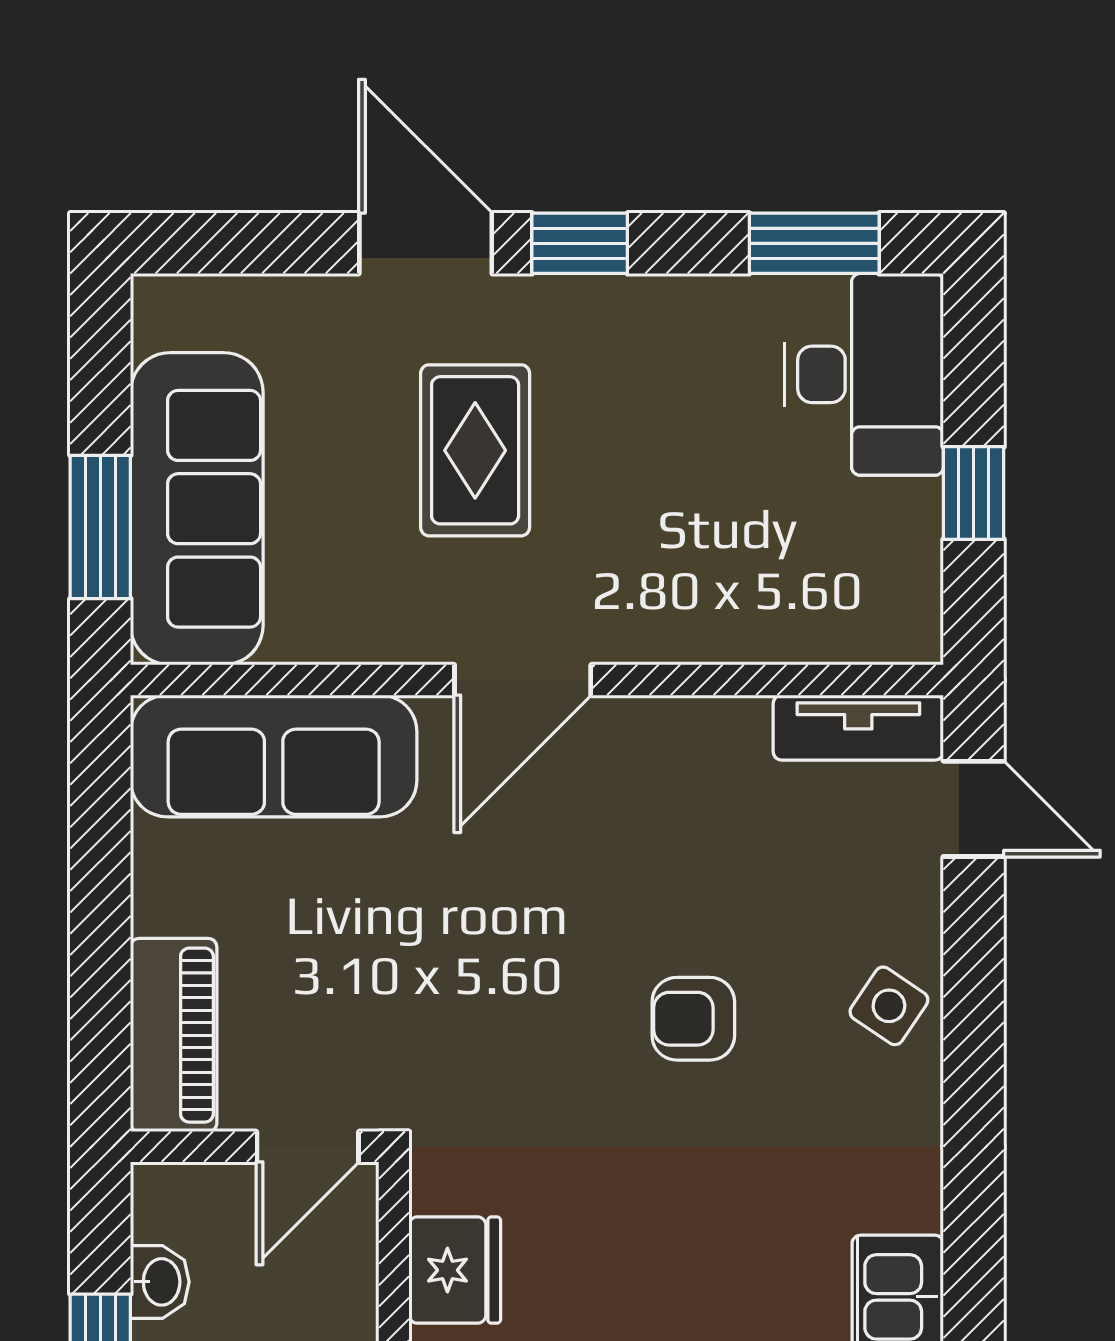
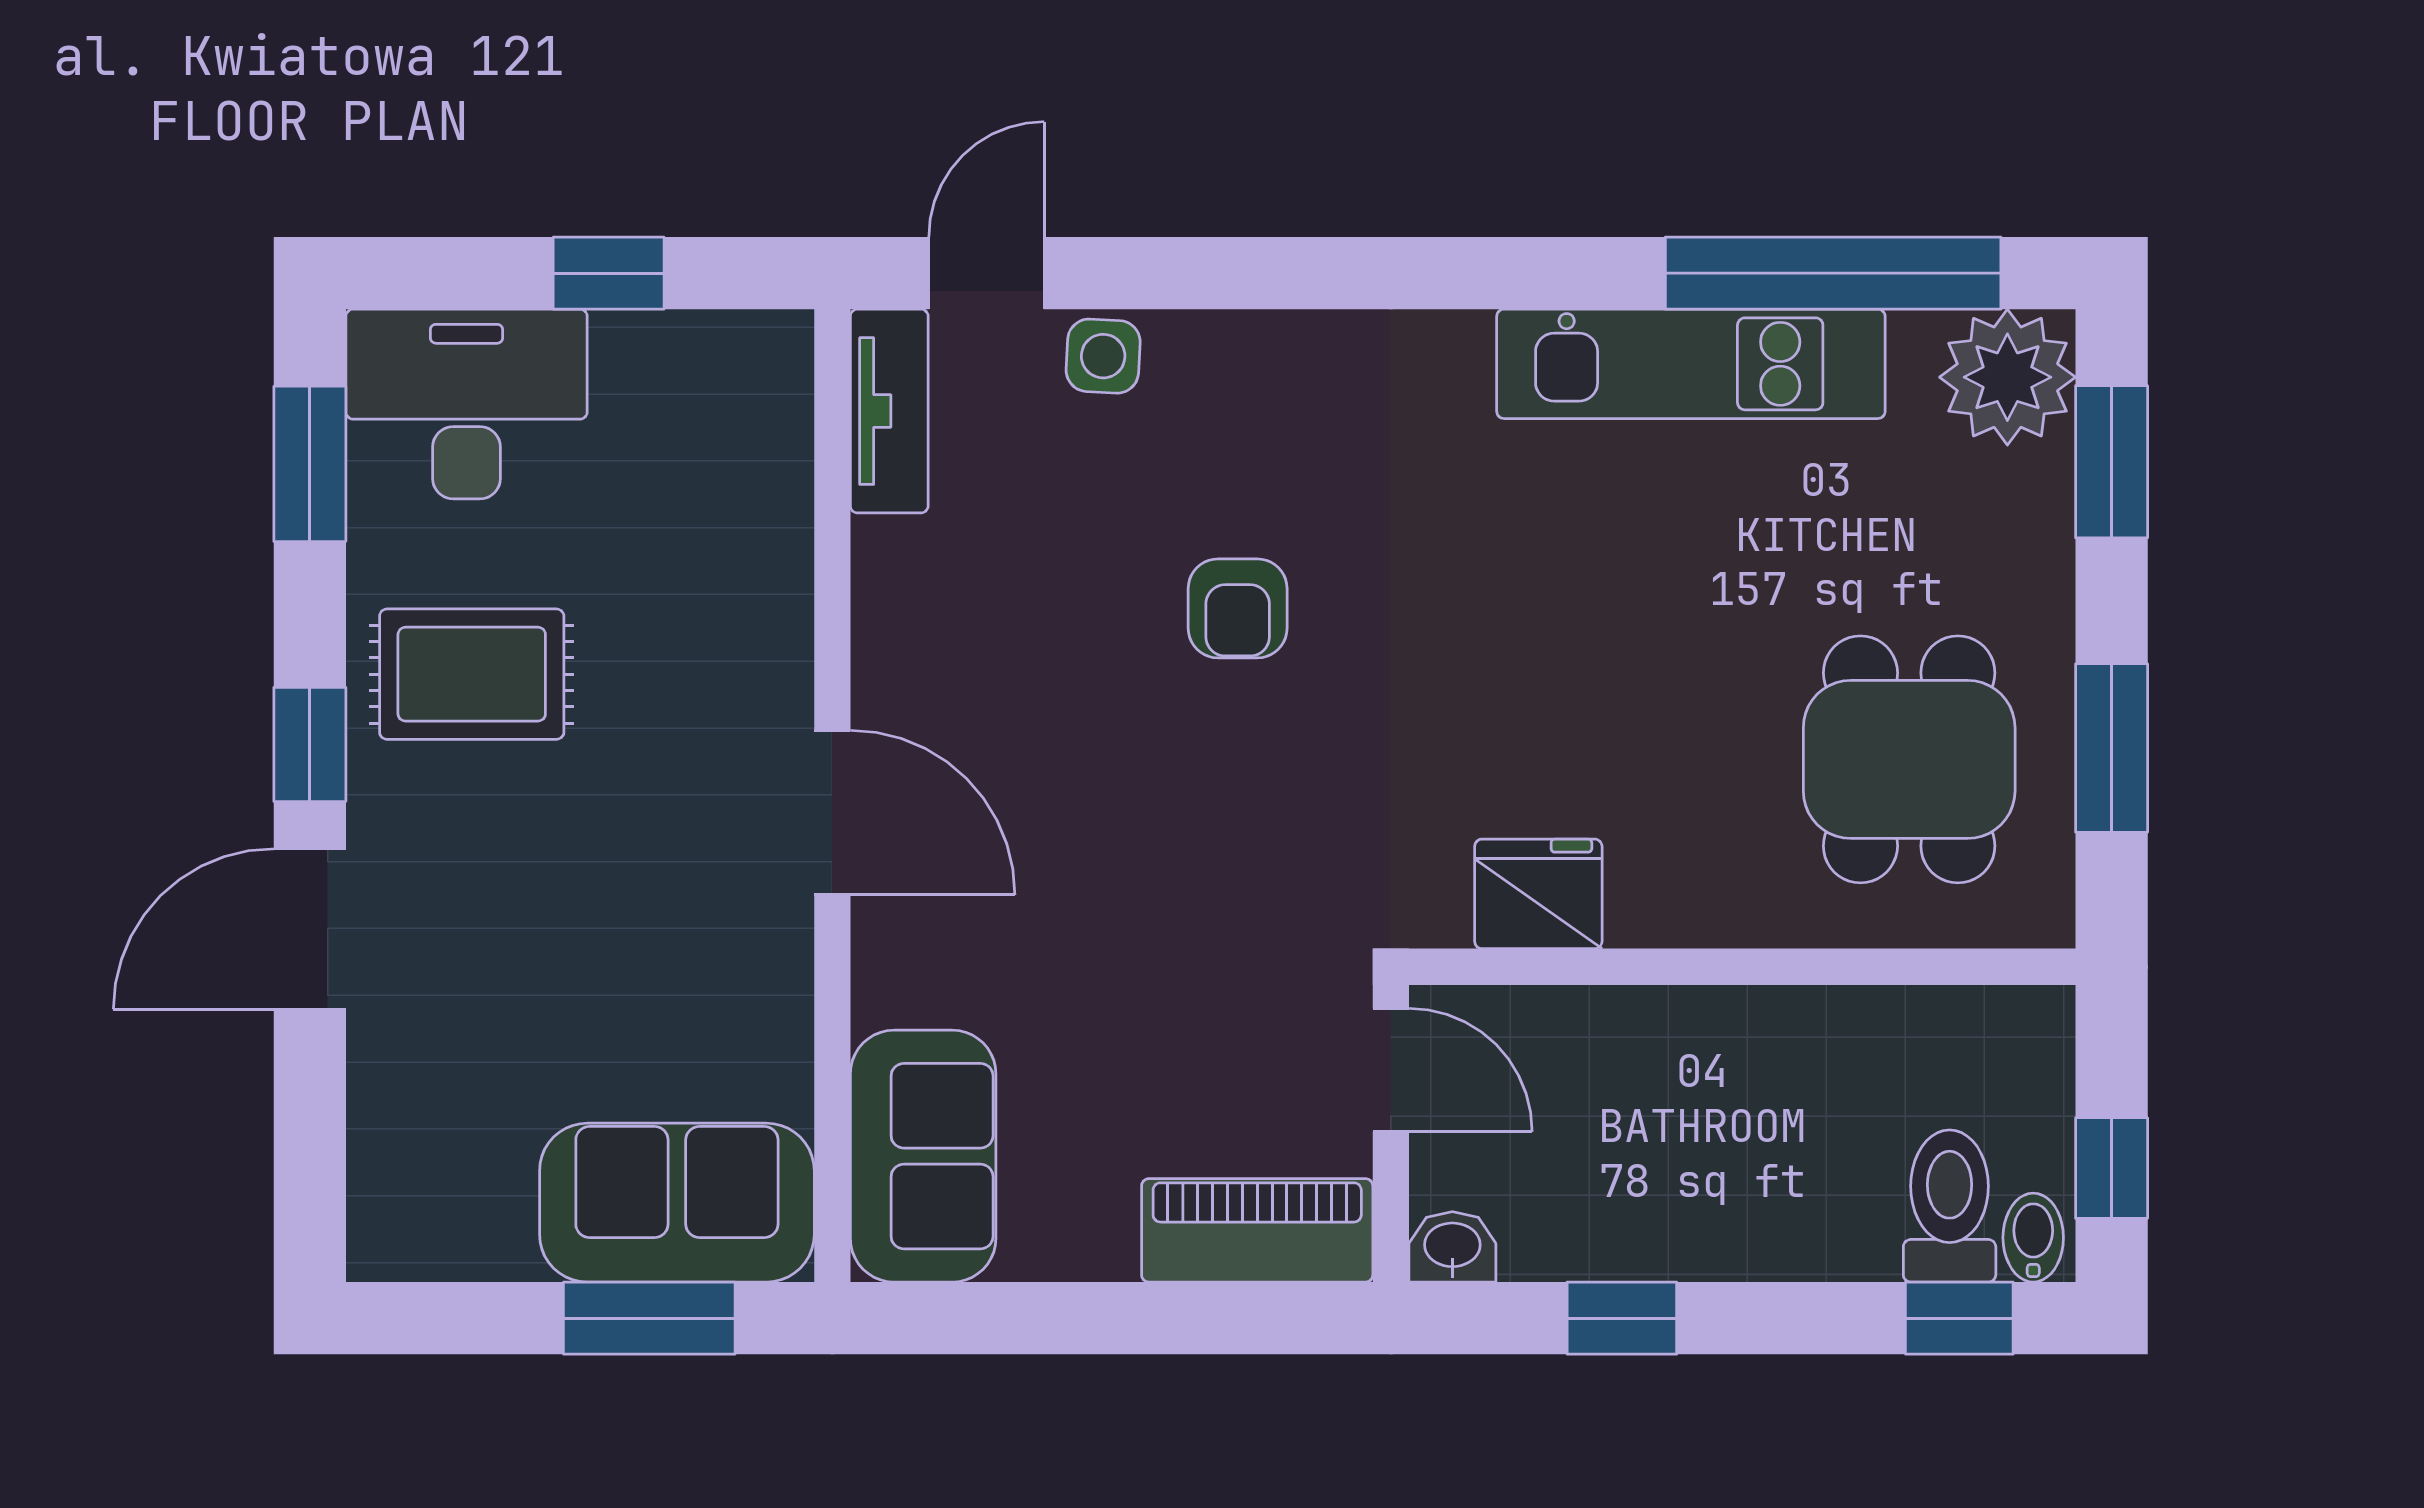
rug: (475, 450) -> (472, 674), moved
sofa: (197, 509) -> (677, 1203), width x0.73
sofa: (274, 756) -> (923, 1156), width x0.73
side table: (889, 1006) -> (1103, 356), moved, turned -31
washbasin: (160, 1282) -> (1452, 1247), moved

